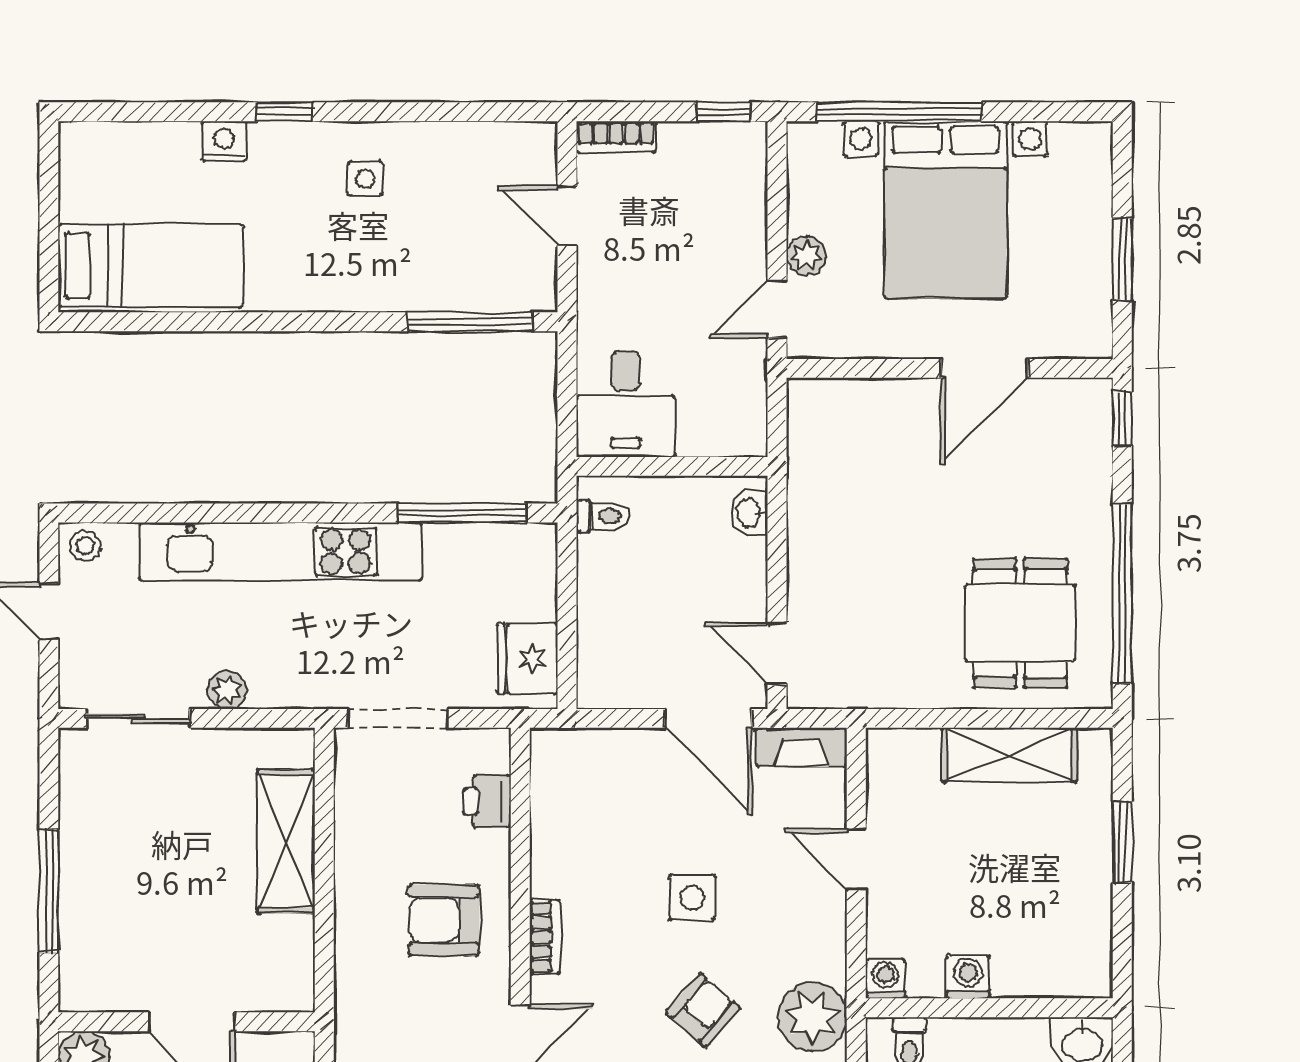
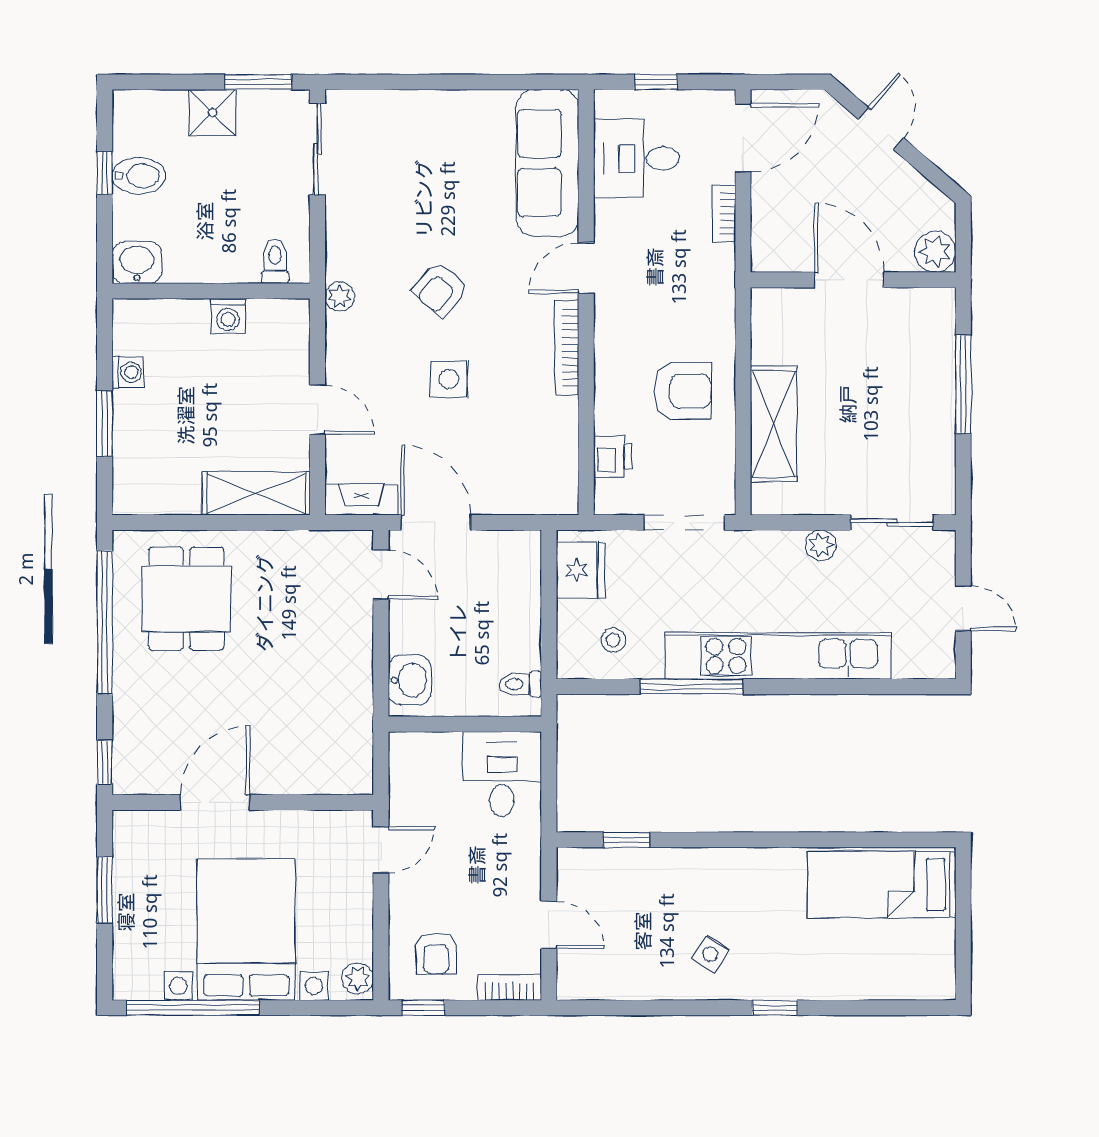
window: (899, 112) -> (193, 1008), moved
nightstand: (224, 141) -> (823, 984), removed
side table: (365, 179) -> (710, 954), turned 33
armchair: (708, 180) -> (436, 953), added
plant: (806, 256) -> (358, 978), moved
window: (470, 322) -> (626, 840), width x0.46
window: (462, 513) -> (692, 687), moved
washbasin: (749, 513) -> (409, 680), width x1.38, depth x1.45
stool: (85, 545) -> (613, 640), moved
shelving: (1009, 755) -> (256, 493), moved
armchair: (444, 920) -> (683, 391), moved
bookcase: (545, 937) -> (567, 348), width x1.56
washing machine: (885, 979) -> (128, 372), moved, turned -90
plant: (812, 1017) -> (340, 297), width x0.53, depth x0.53

